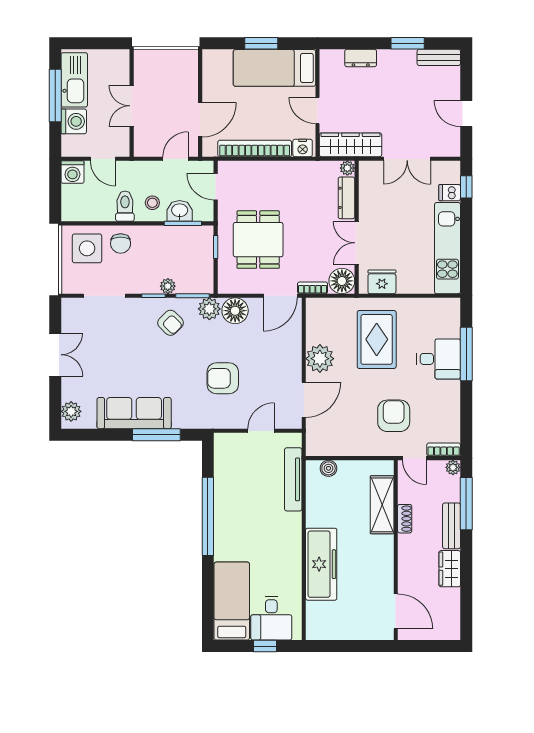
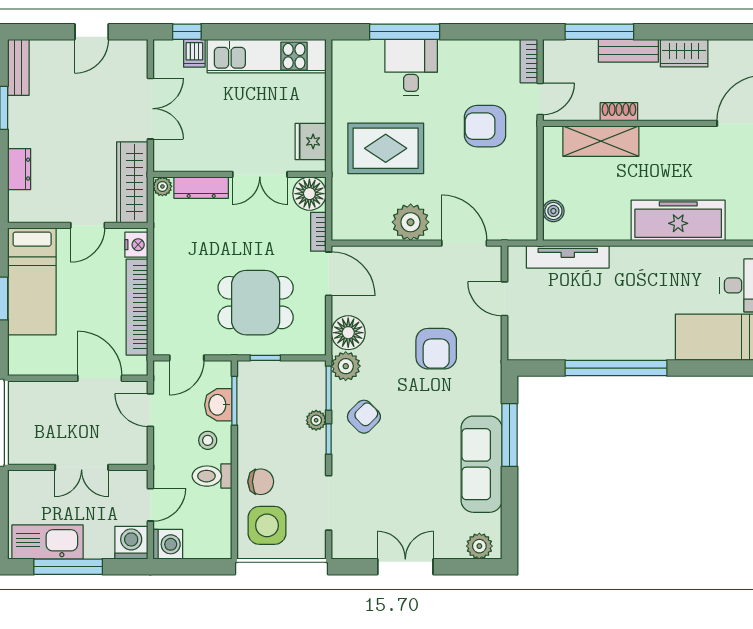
washing machine: (74, 121) -> (131, 543), moved
plant: (453, 467) -> (552, 49), removed

